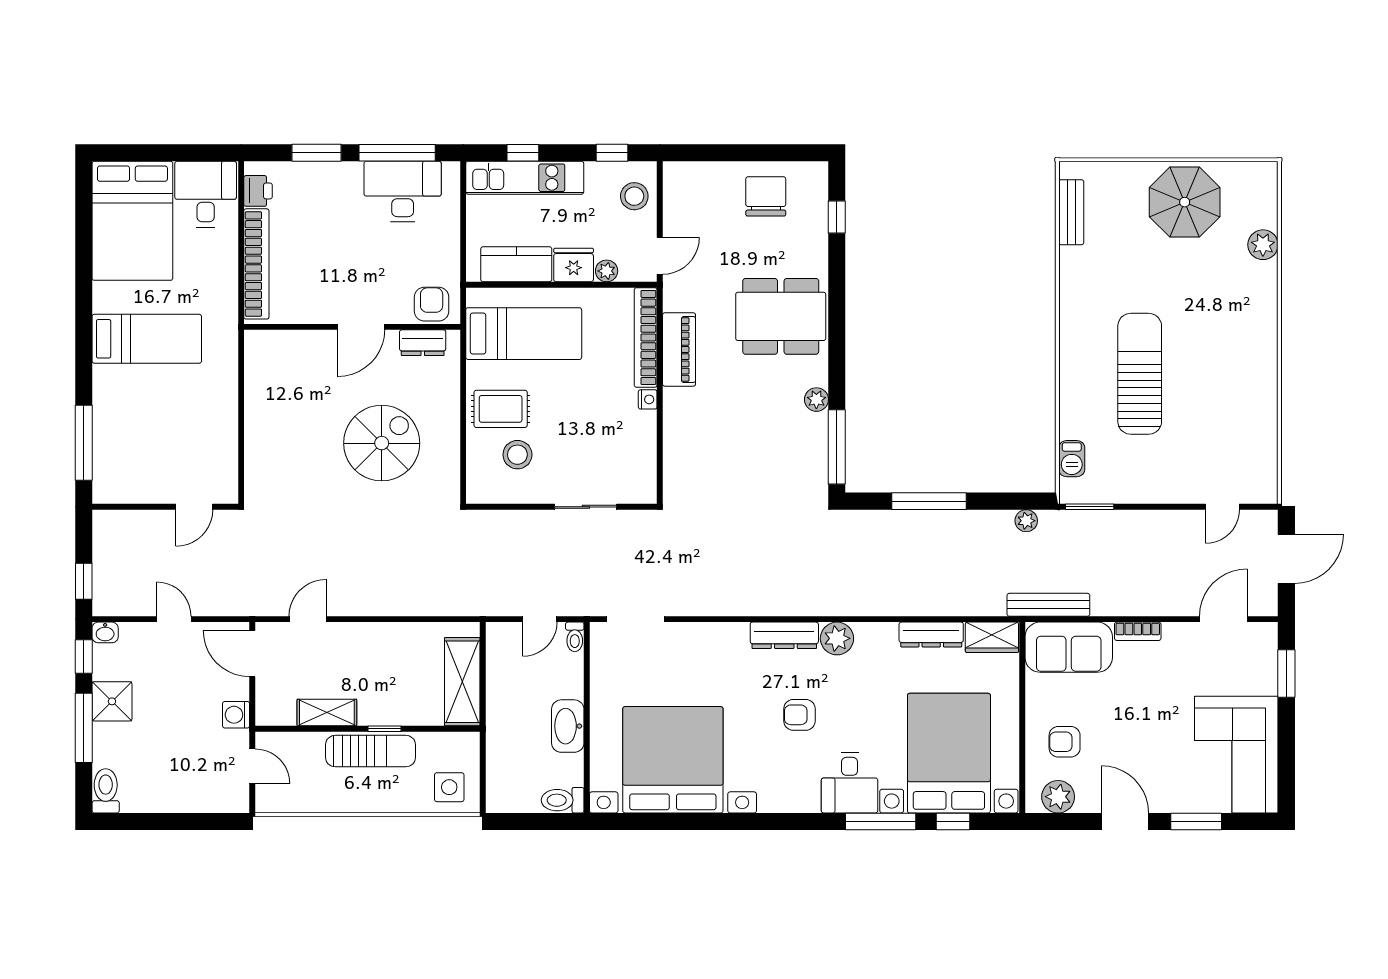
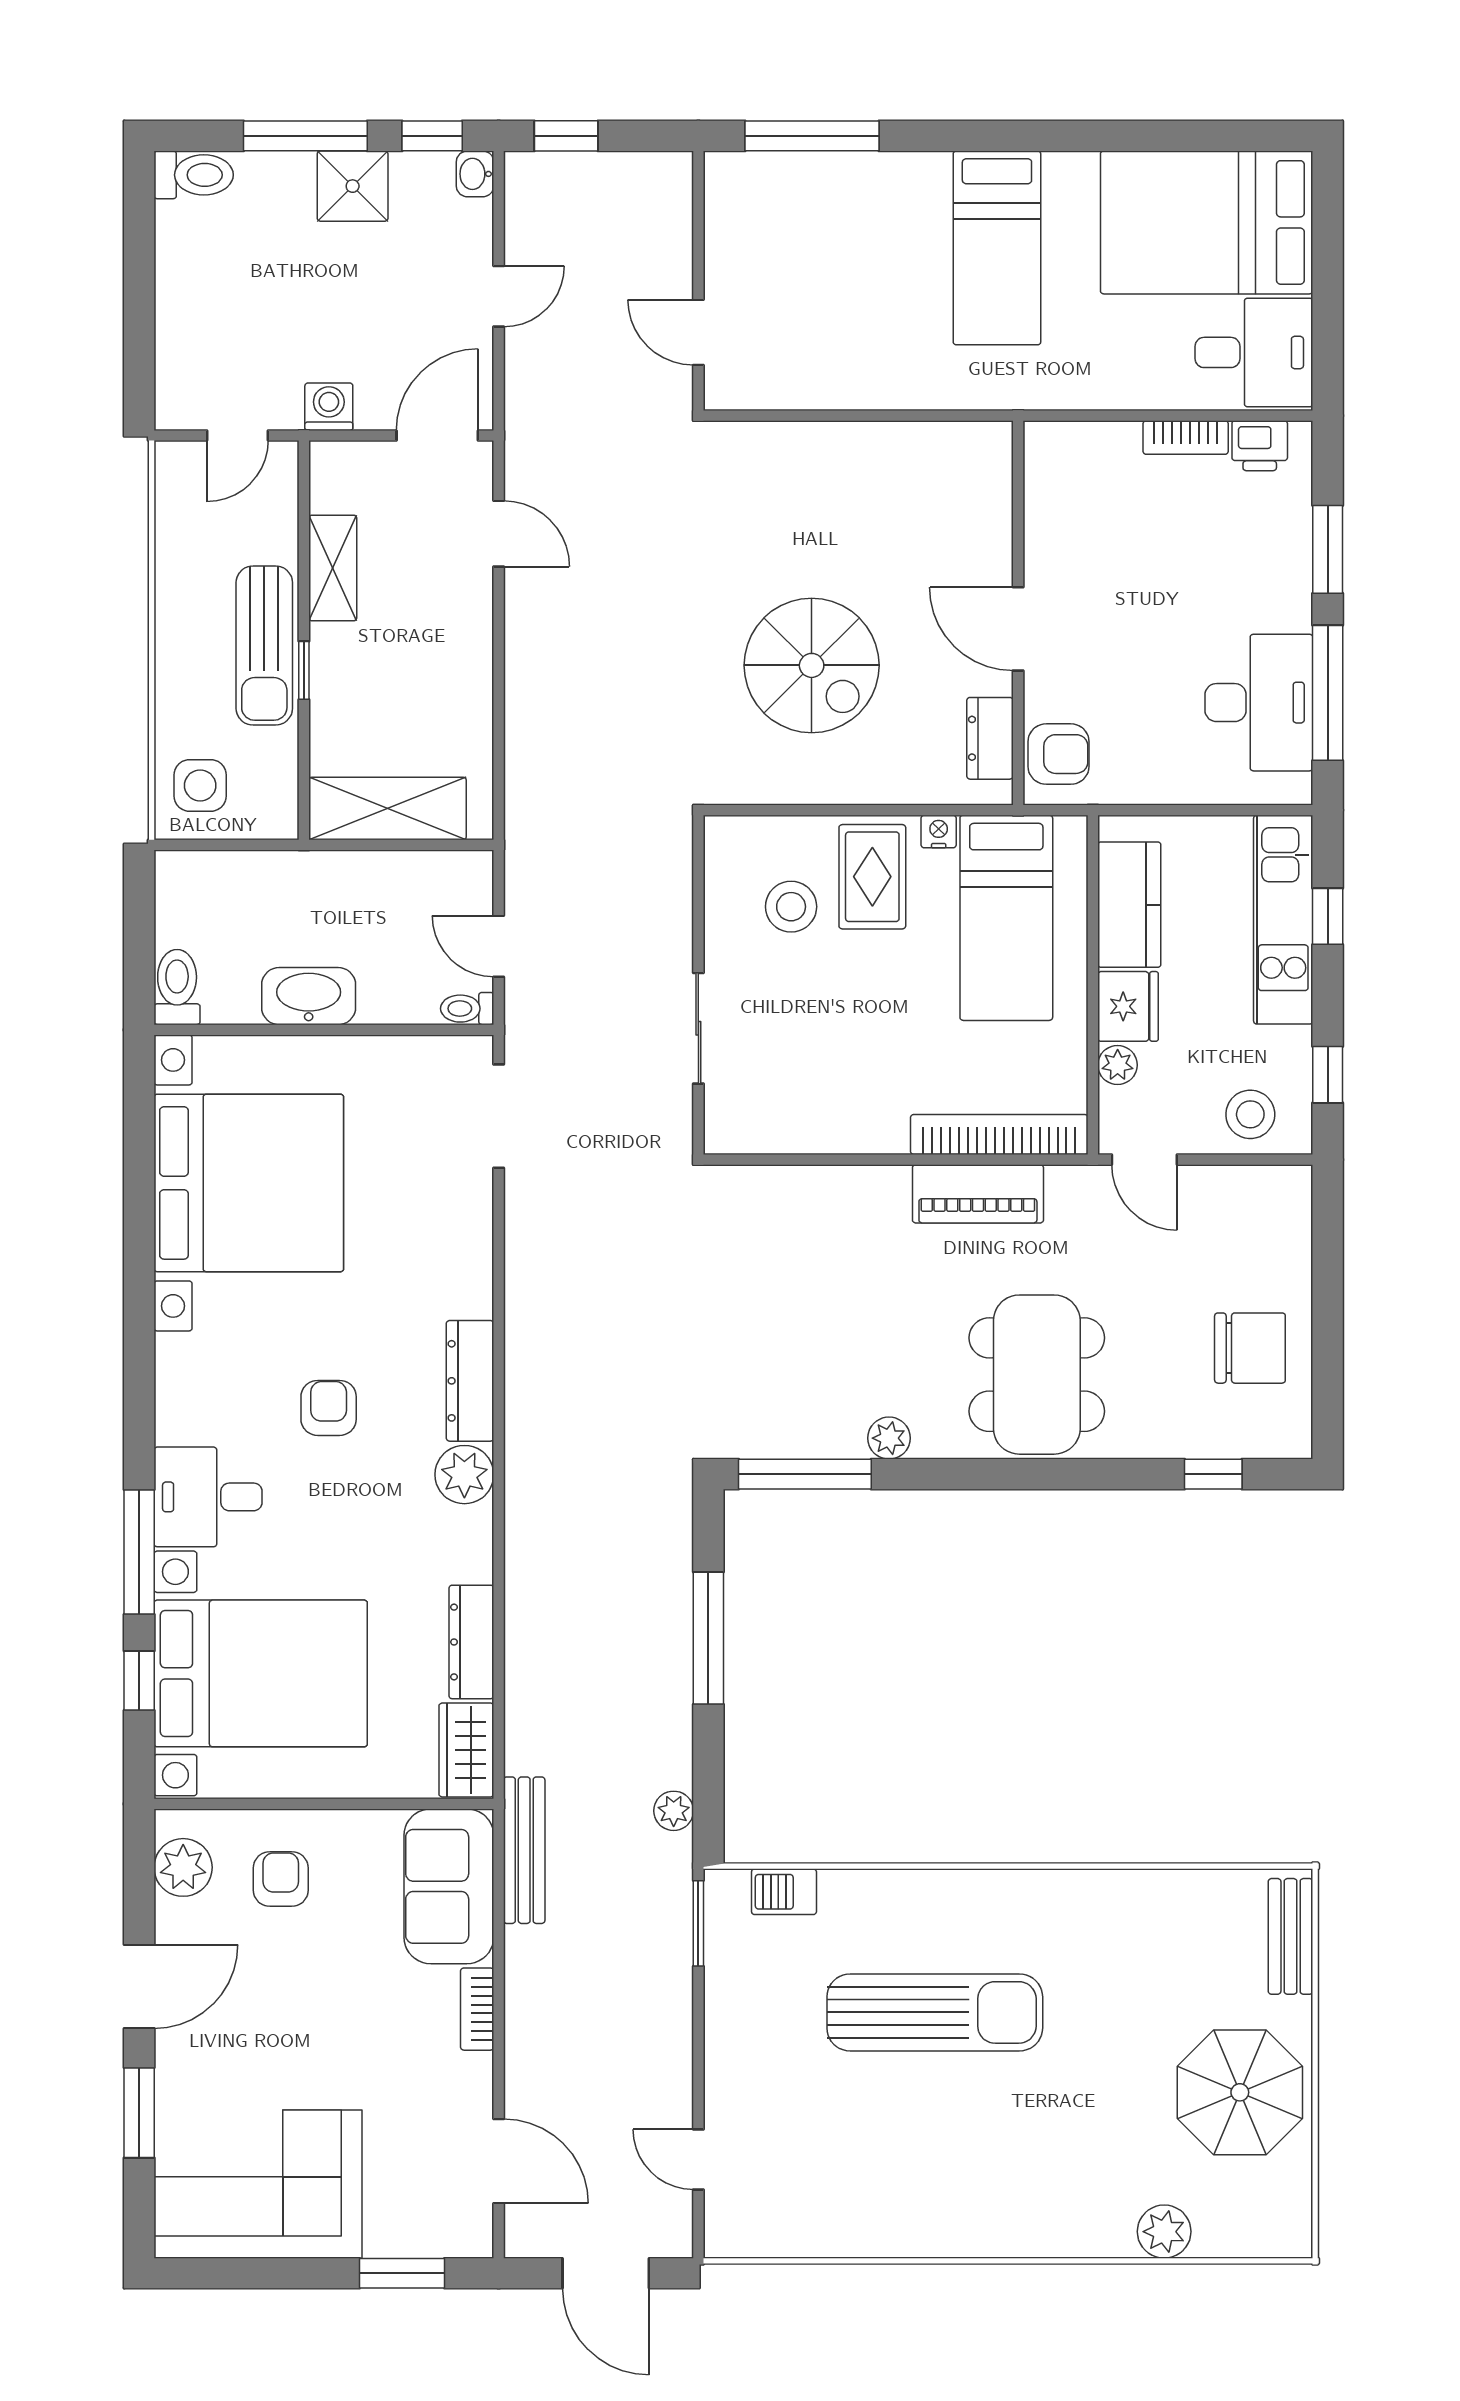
bench: (1071, 212) -> (1291, 1936), moved, turned 90
bookcase: (256, 264) -> (1186, 437), width x0.43, depth x0.76
nightstand: (648, 399) -> (939, 832), moved, turned 180

